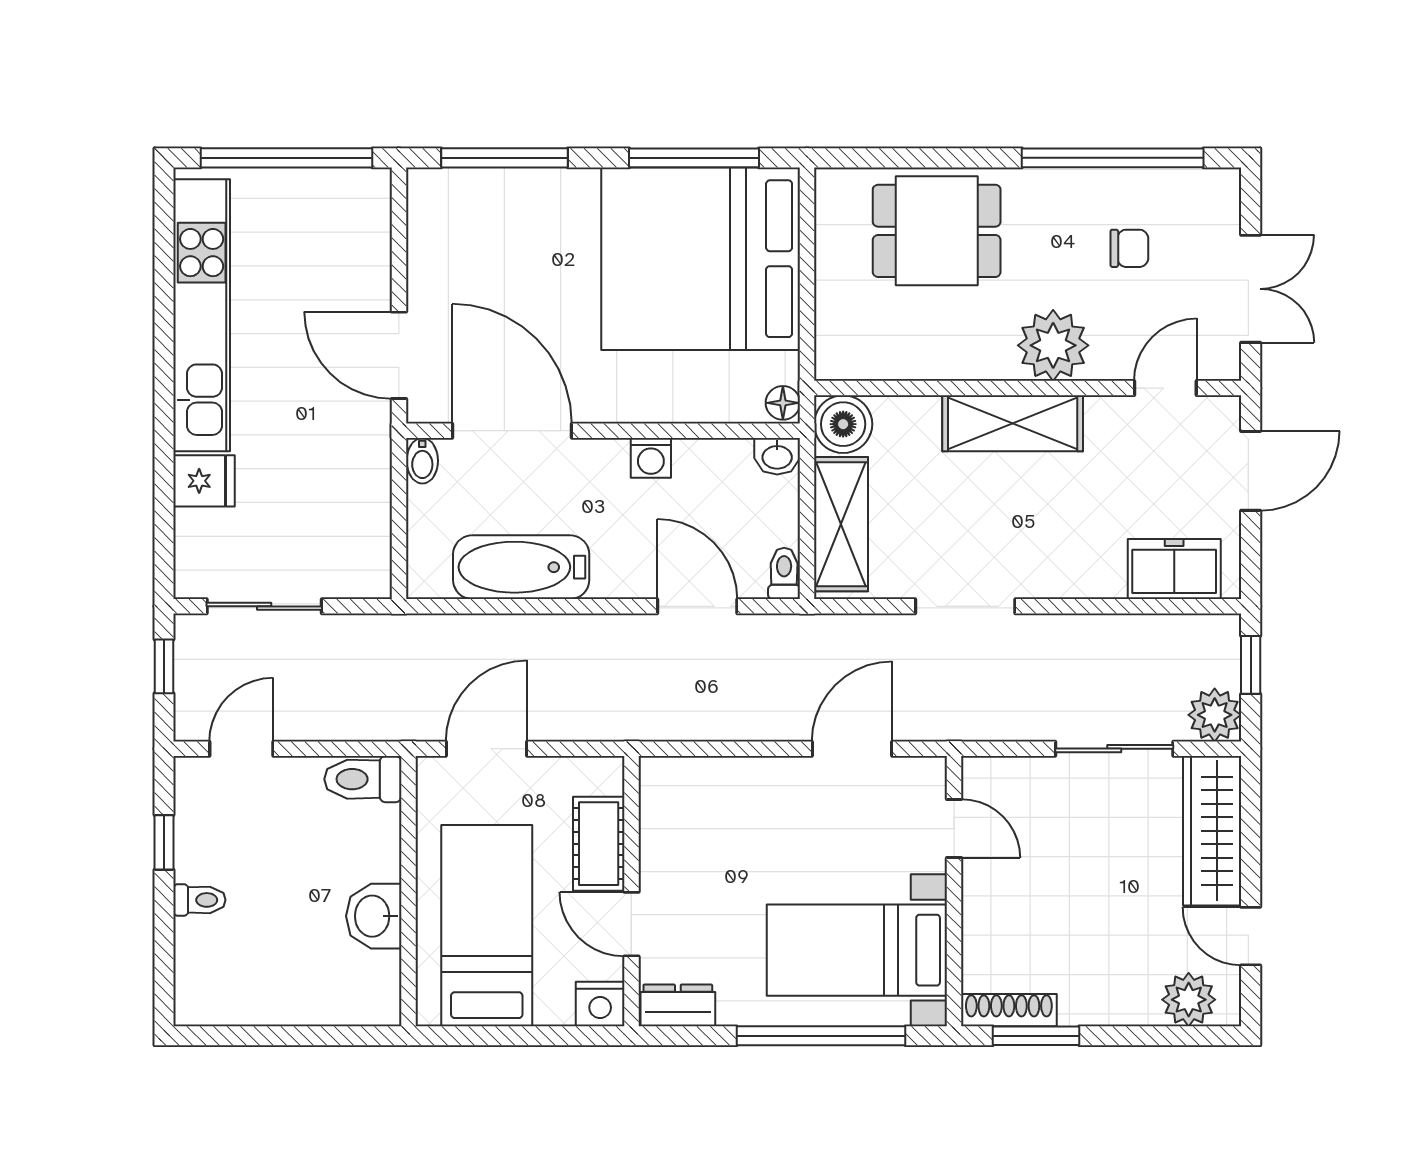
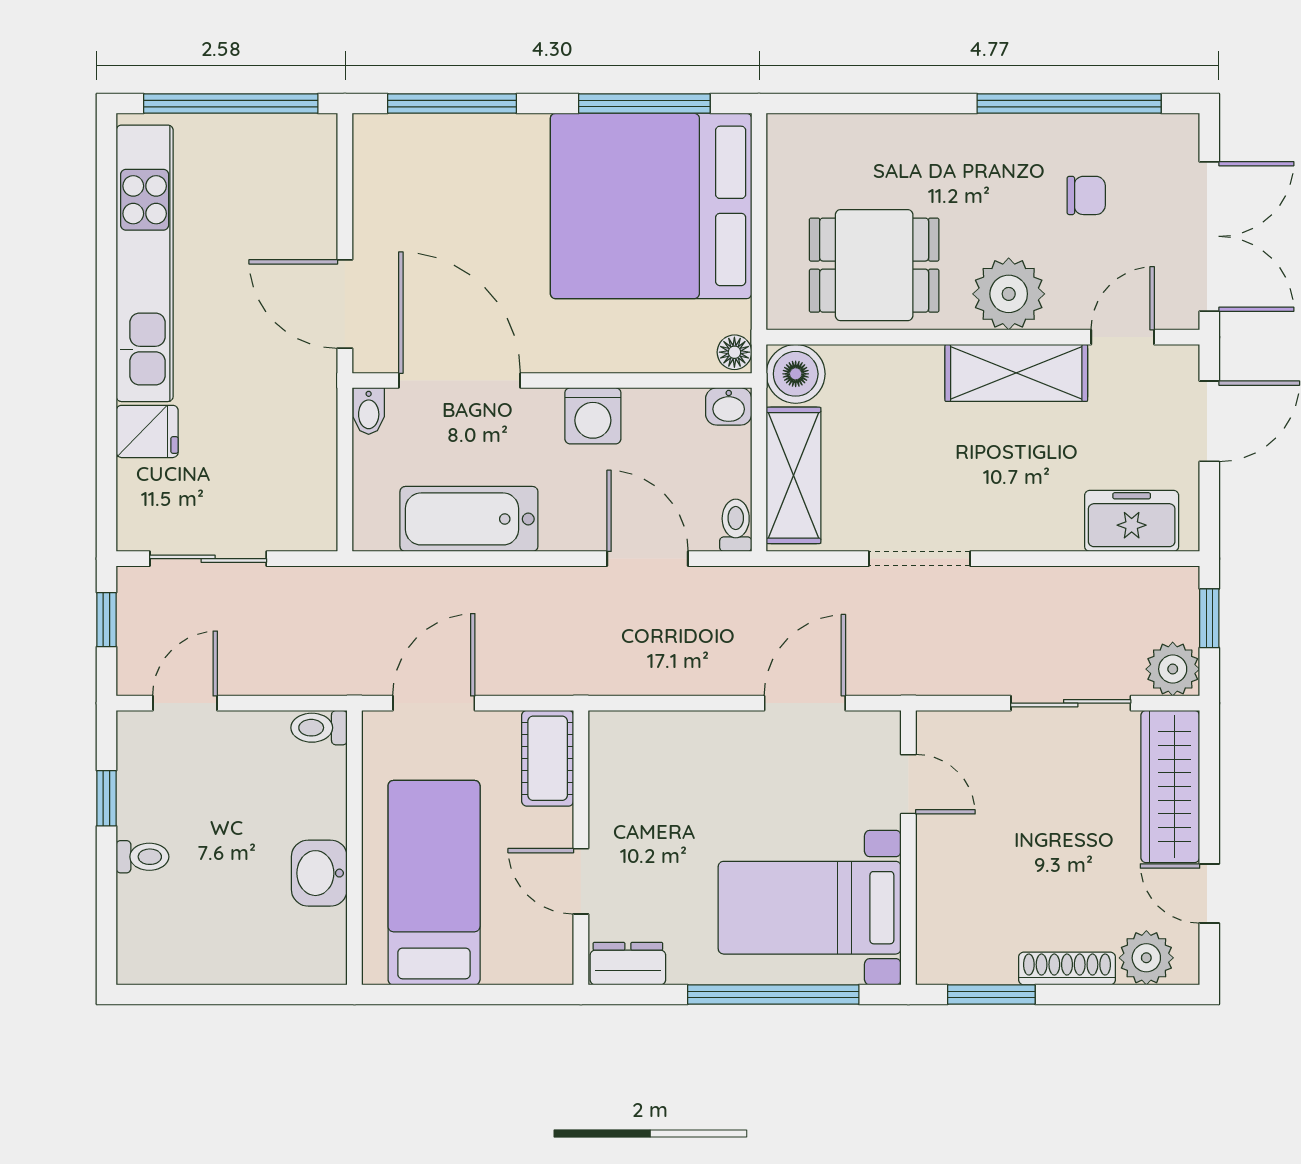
dining table: (937, 231) -> (874, 265), moved
double door: (1251, 289) -> (1209, 236), width x1.37
shelving: (1013, 423) -> (1016, 373), moved
washing machine: (651, 458) -> (593, 416), width x1.38, depth x1.38
toilet: (363, 779) -> (319, 728), width x0.73, depth x0.72
cot: (599, 844) -> (548, 758), moved
nightstand: (600, 1004) -> (549, 962), removed
shoe rack: (1009, 1010) -> (1067, 968), moved

